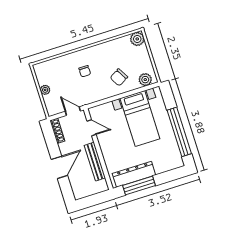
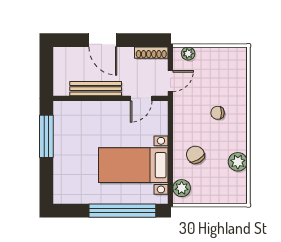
plant: (137, 39) -> (238, 162), moved
plant: (45, 90) -> (188, 54), moved
window: (179, 132) -> (122, 211), moved
dresser: (134, 174) -> (63, 134), removed

